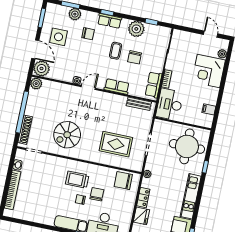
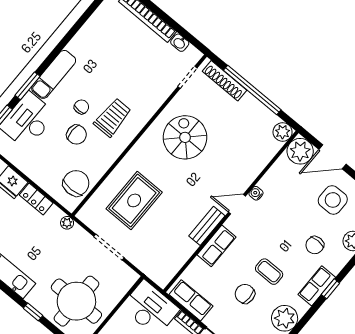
door: (88, 87) -> (237, 204), swing flipped
bench: (139, 104) -> (207, 226), moved

